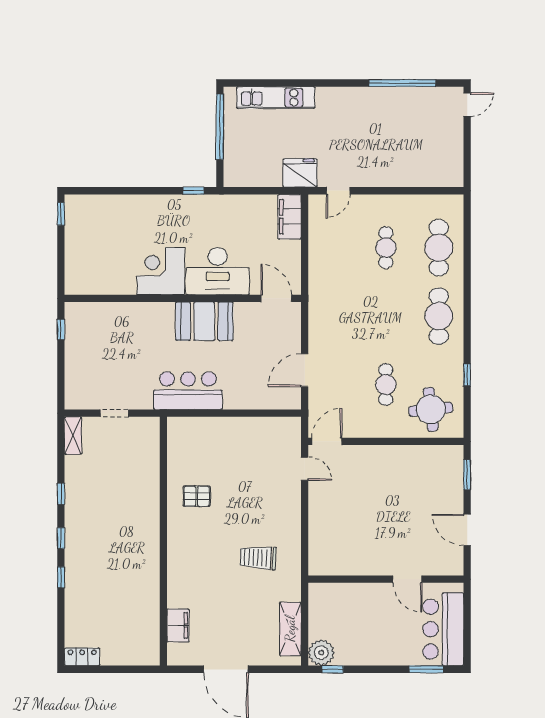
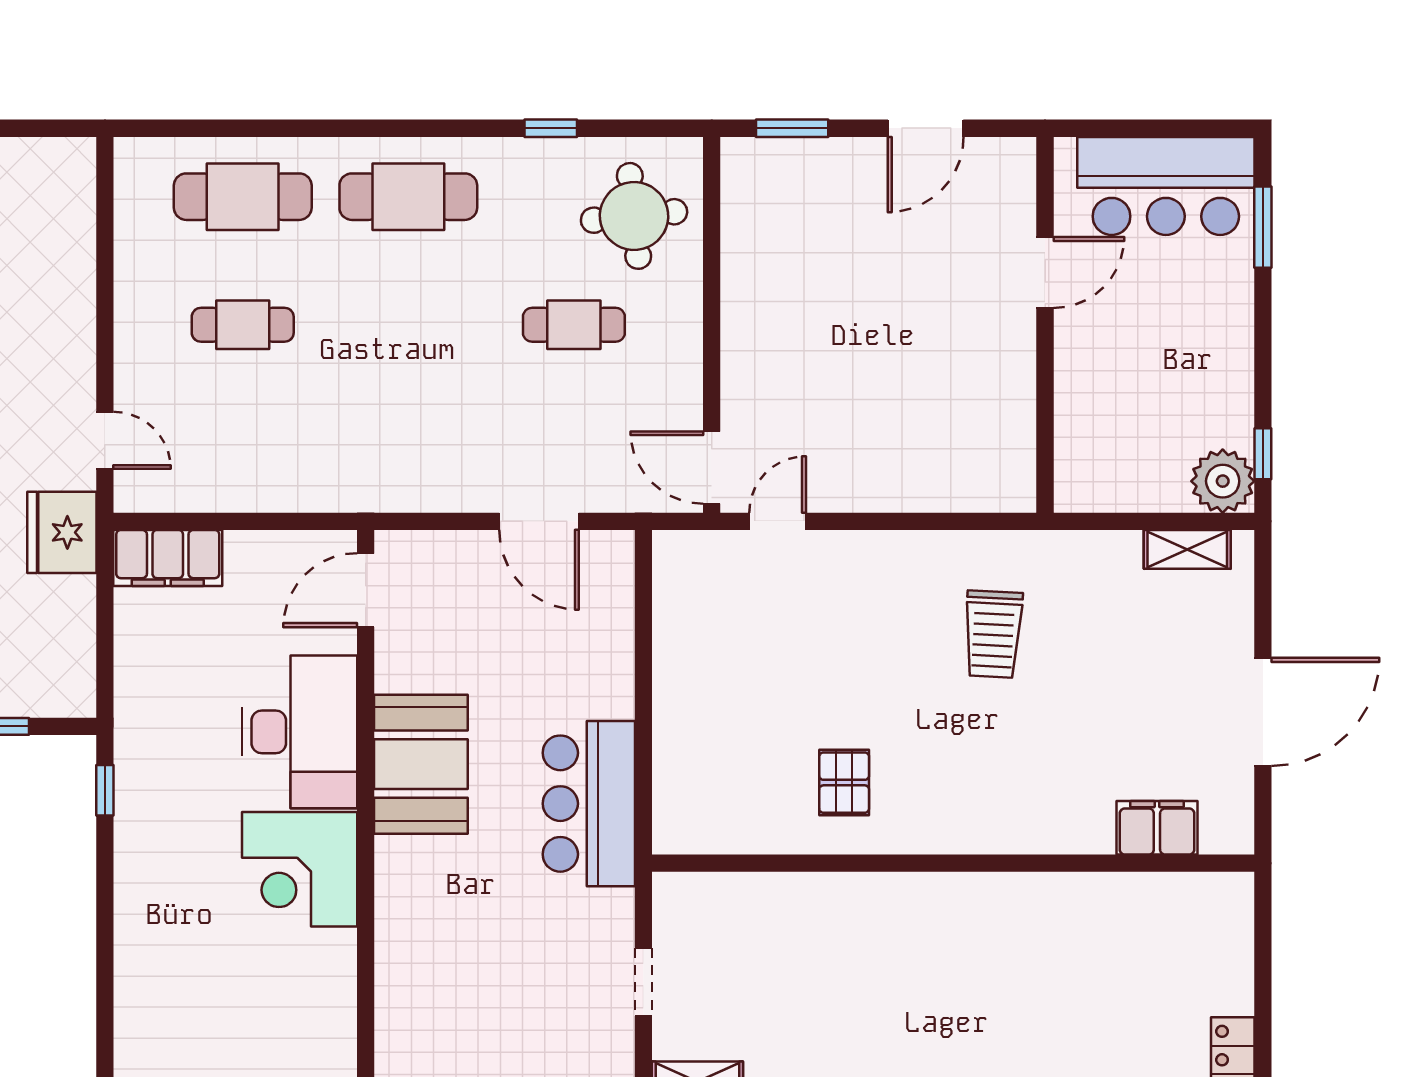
shelving: (290, 629) -> (1187, 549), width x0.67, depth x0.75

